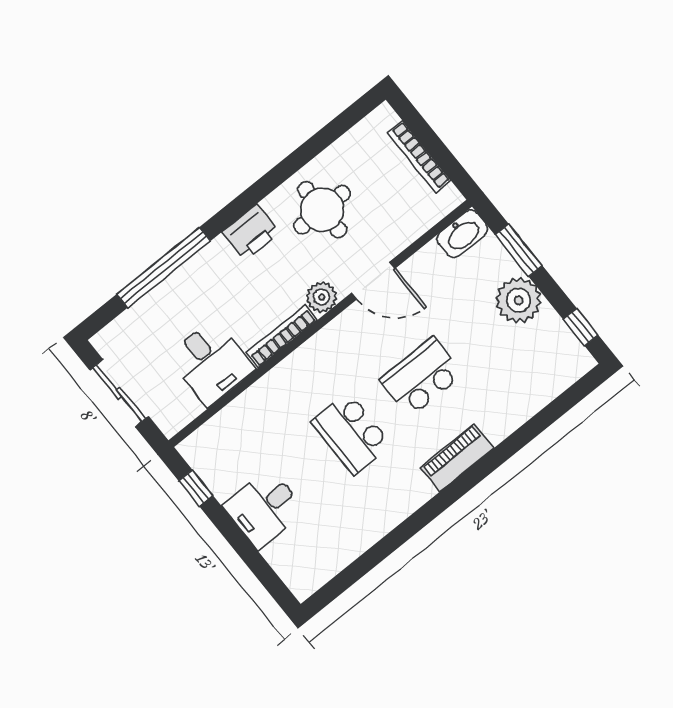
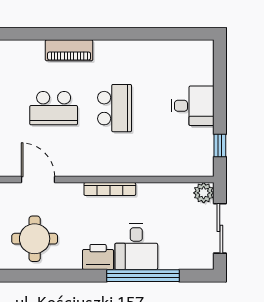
printer: (251, 232) -> (98, 257), moved
plant: (322, 297) -> (204, 193), moved
desk: (211, 362) -> (136, 247), moved, turned 180

